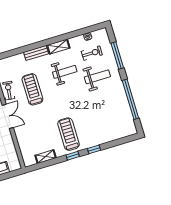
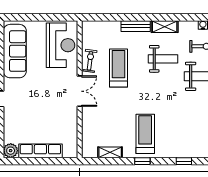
window: (94, 149) -> (184, 161), moved

